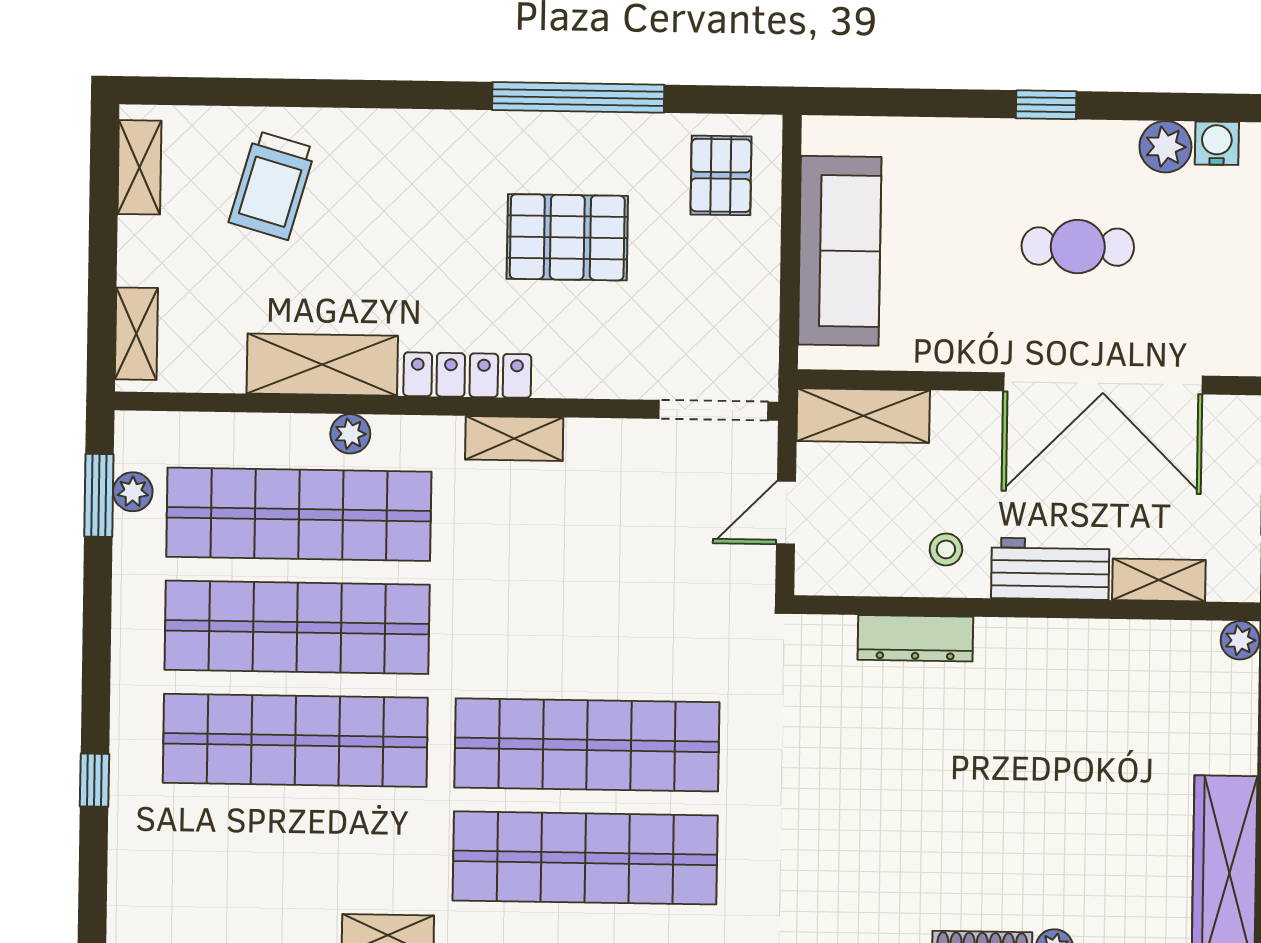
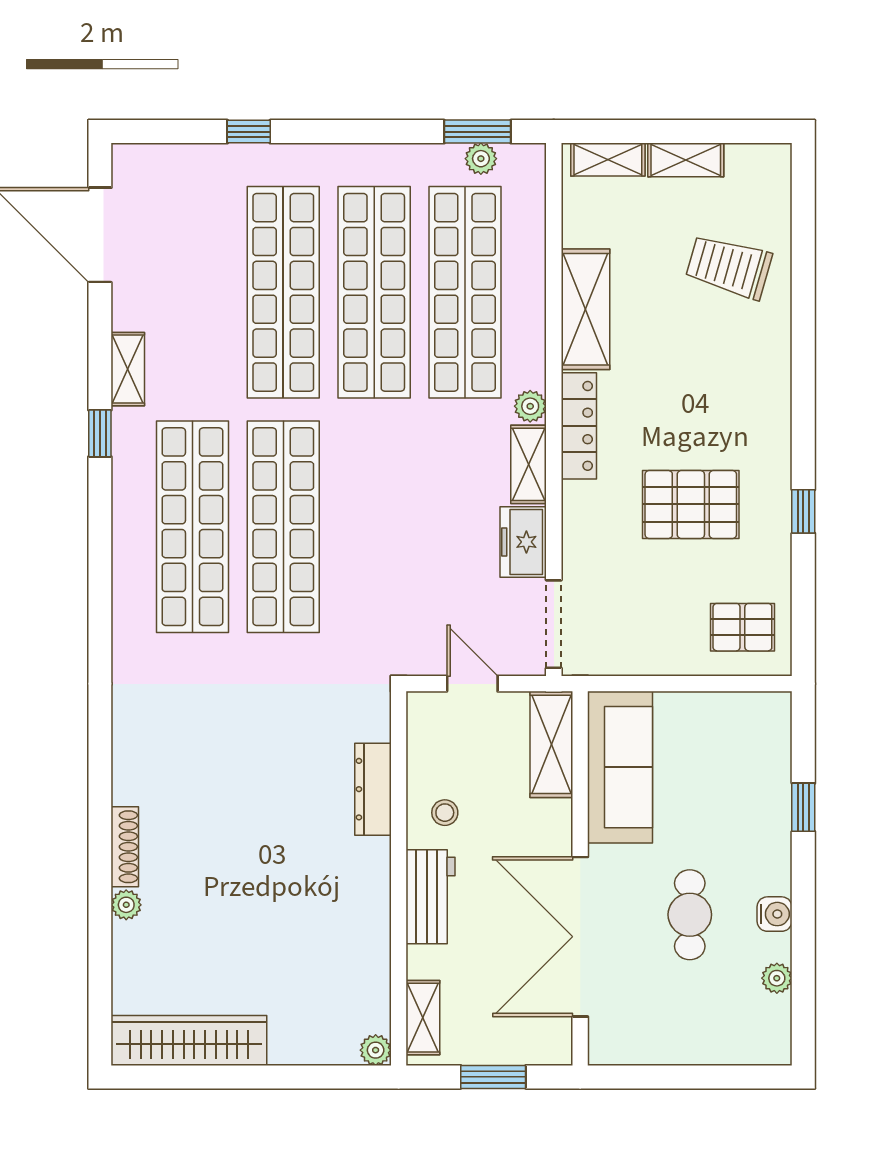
window: (578, 97) -> (803, 511), width x0.32
window: (1046, 105) -> (803, 807), moved
water cooler: (1217, 143) -> (775, 914), moved
plant: (1165, 147) -> (777, 978), width x0.73, depth x0.73
shelving: (139, 167) -> (686, 160), moved
pallet: (567, 237) -> (691, 504), turned 90
sofa: (840, 251) -> (620, 767), moved, turned -90
plant: (350, 434) -> (530, 406), moved
freezer: (611, 447) -> (523, 542), added
shelving: (1159, 580) -> (423, 1018), moved

